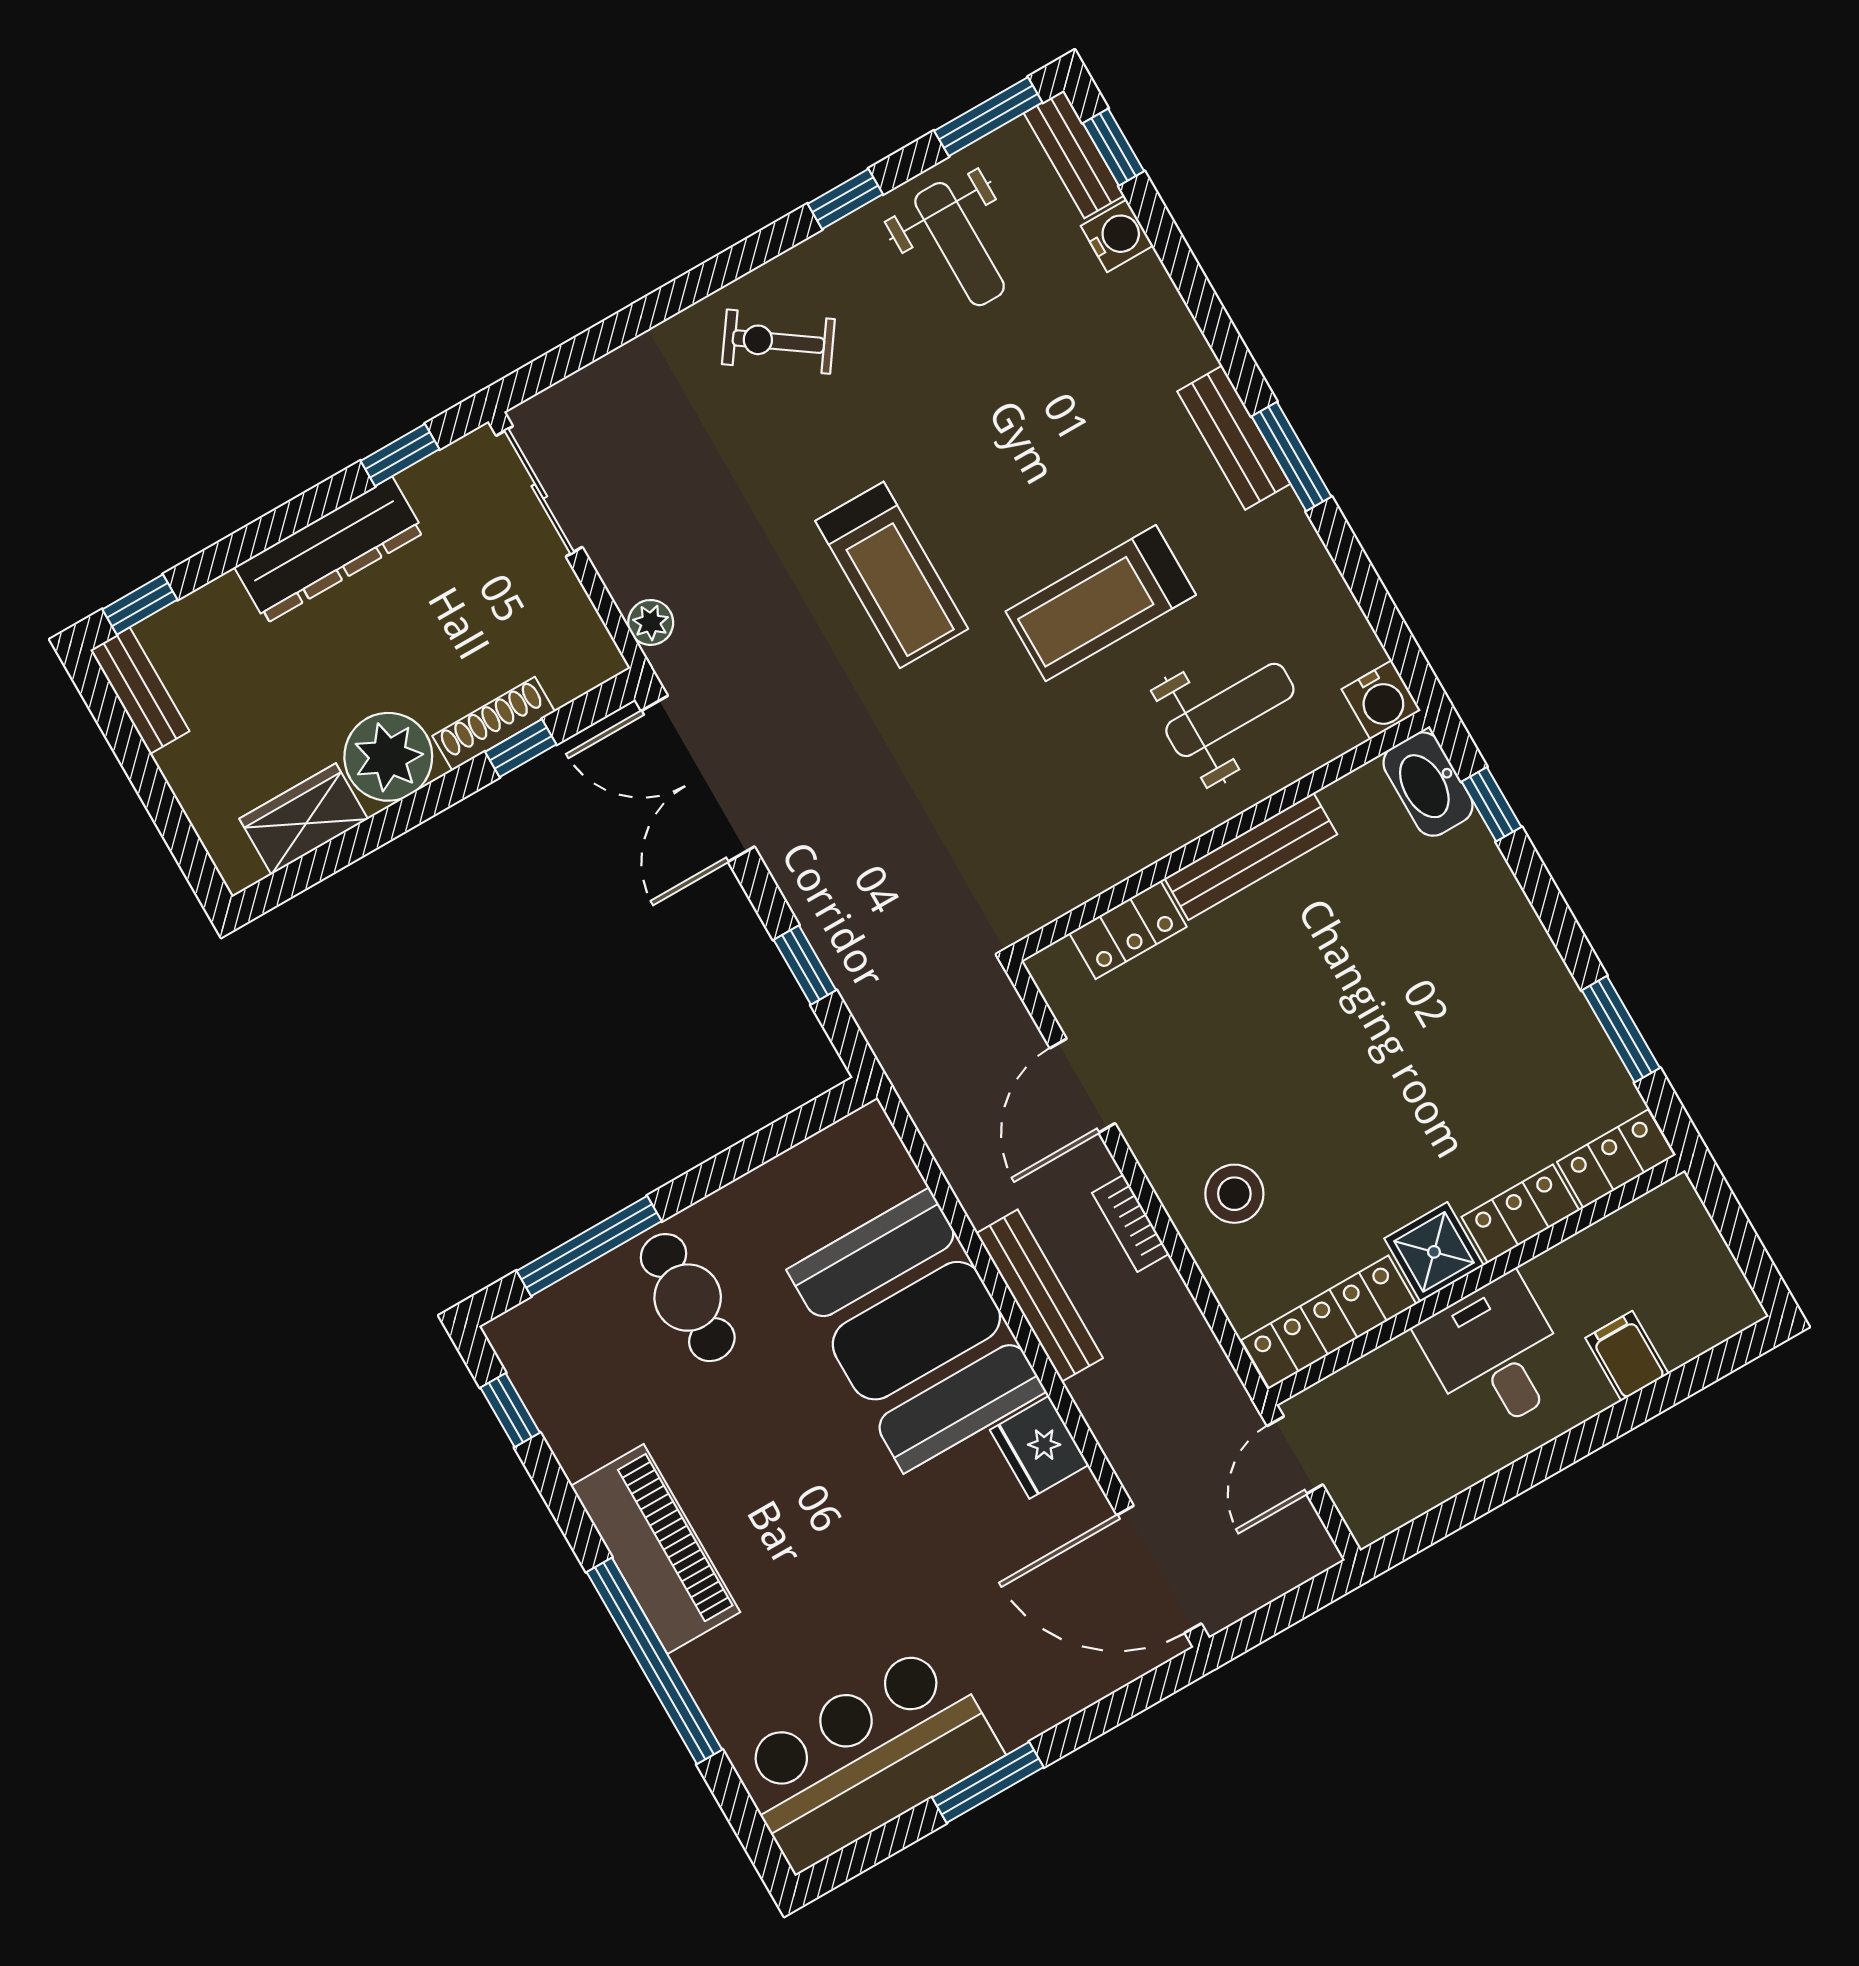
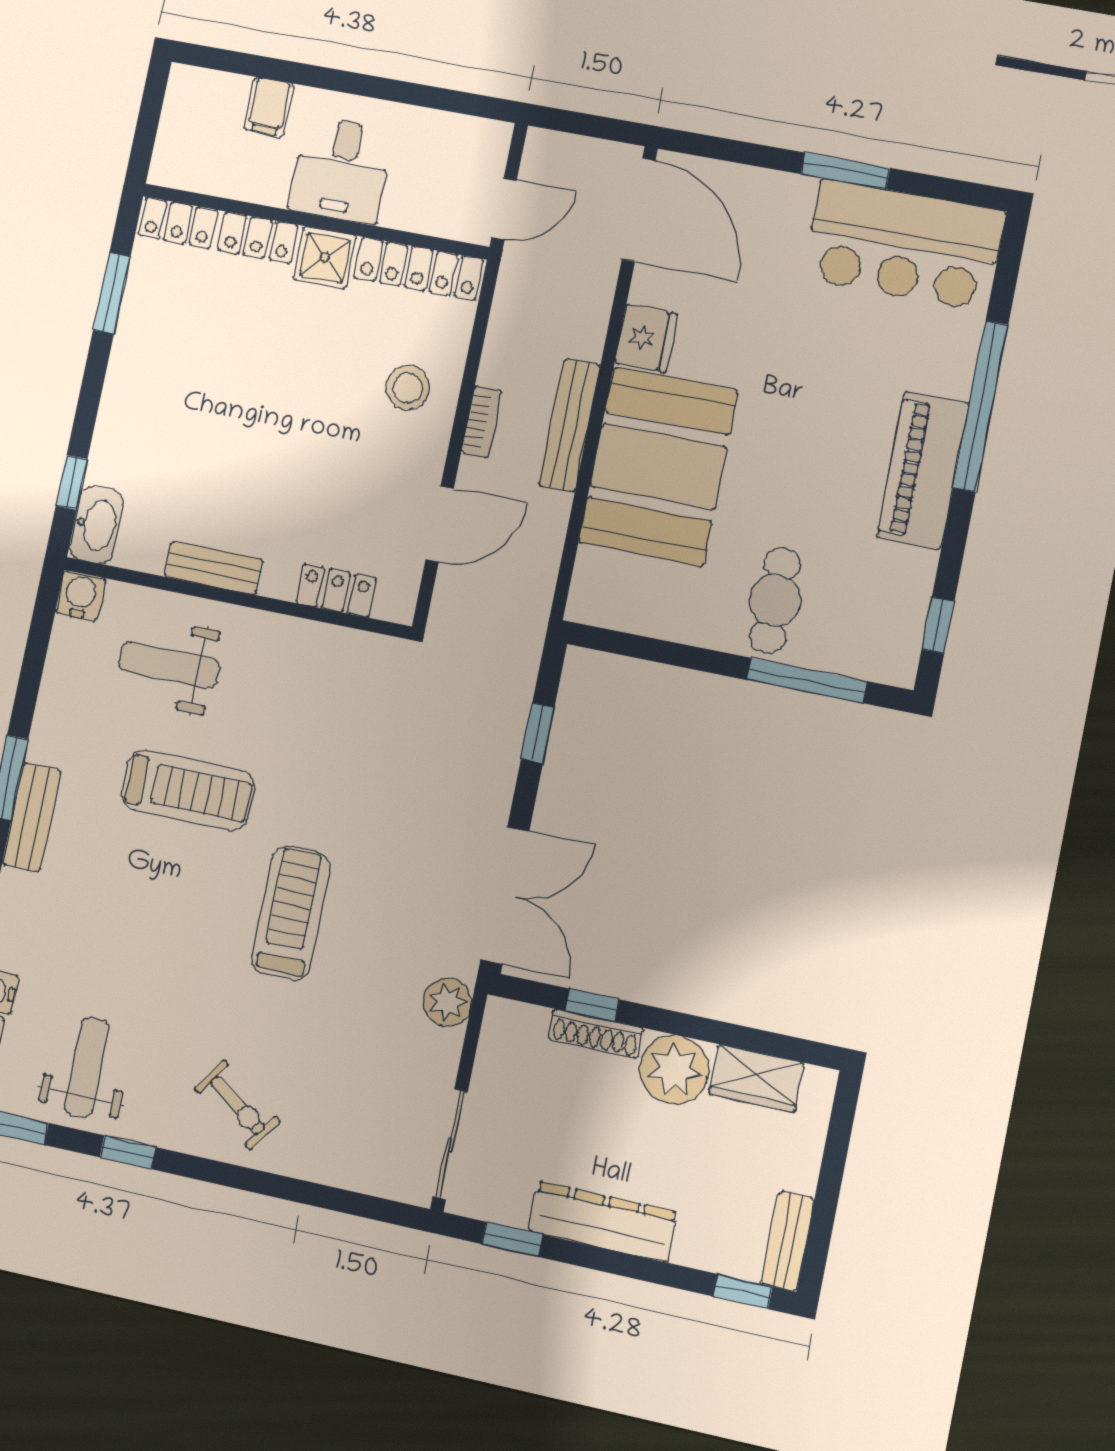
plant: (651, 622) -> (448, 1002), width x1.38, depth x1.38
bench: (1251, 856) -> (214, 568), width x0.73

